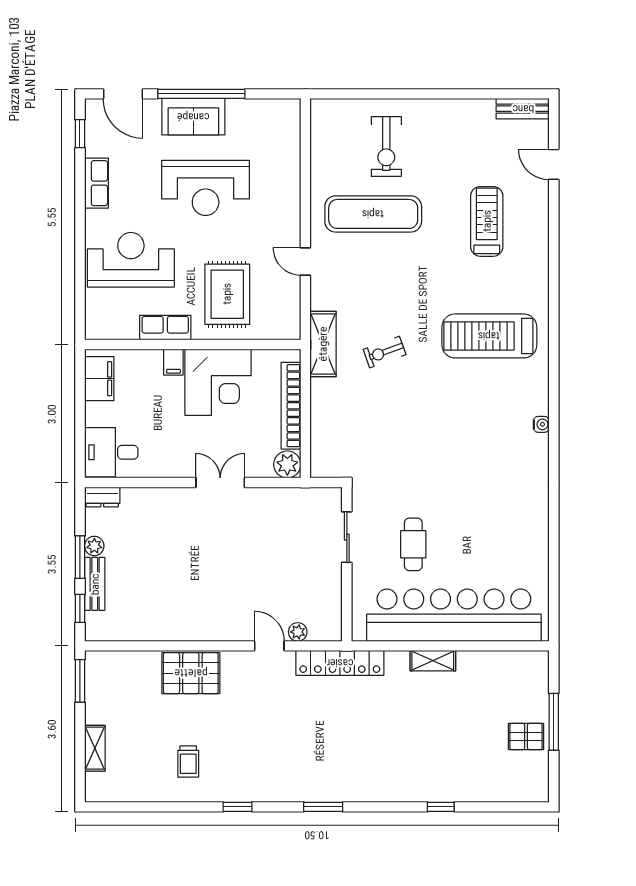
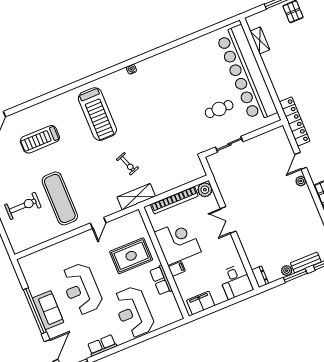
reception desk: (206, 188) -> (82, 289), turned 180
plant: (298, 632) -> (301, 181), moved
shelving: (433, 661) -> (260, 40), moved

